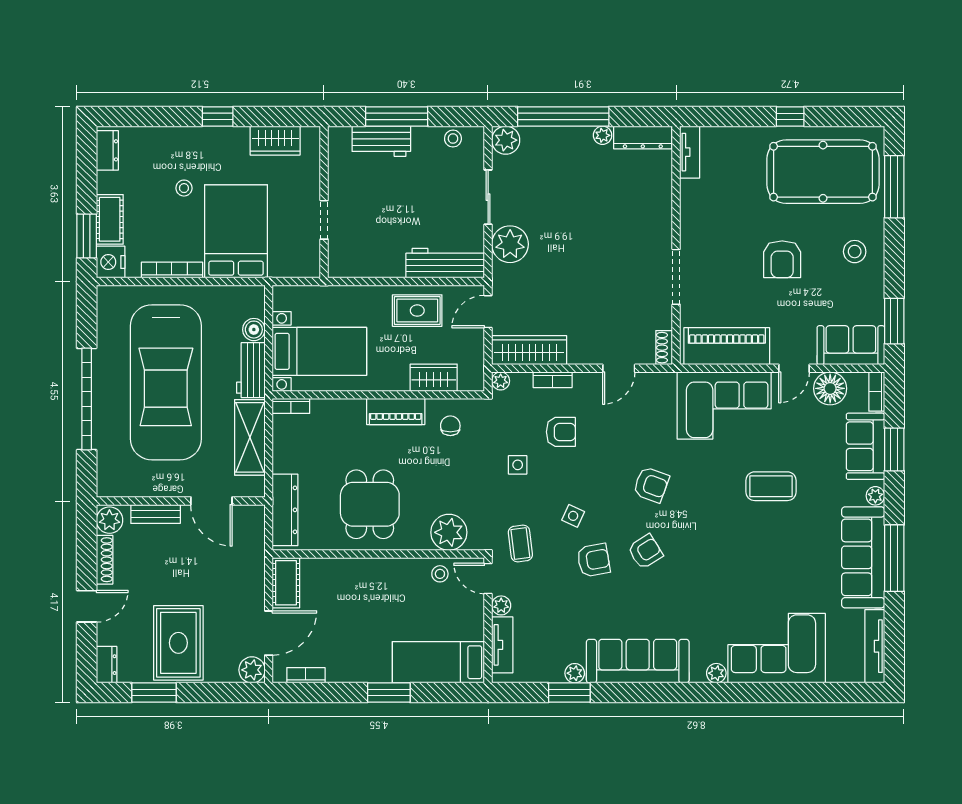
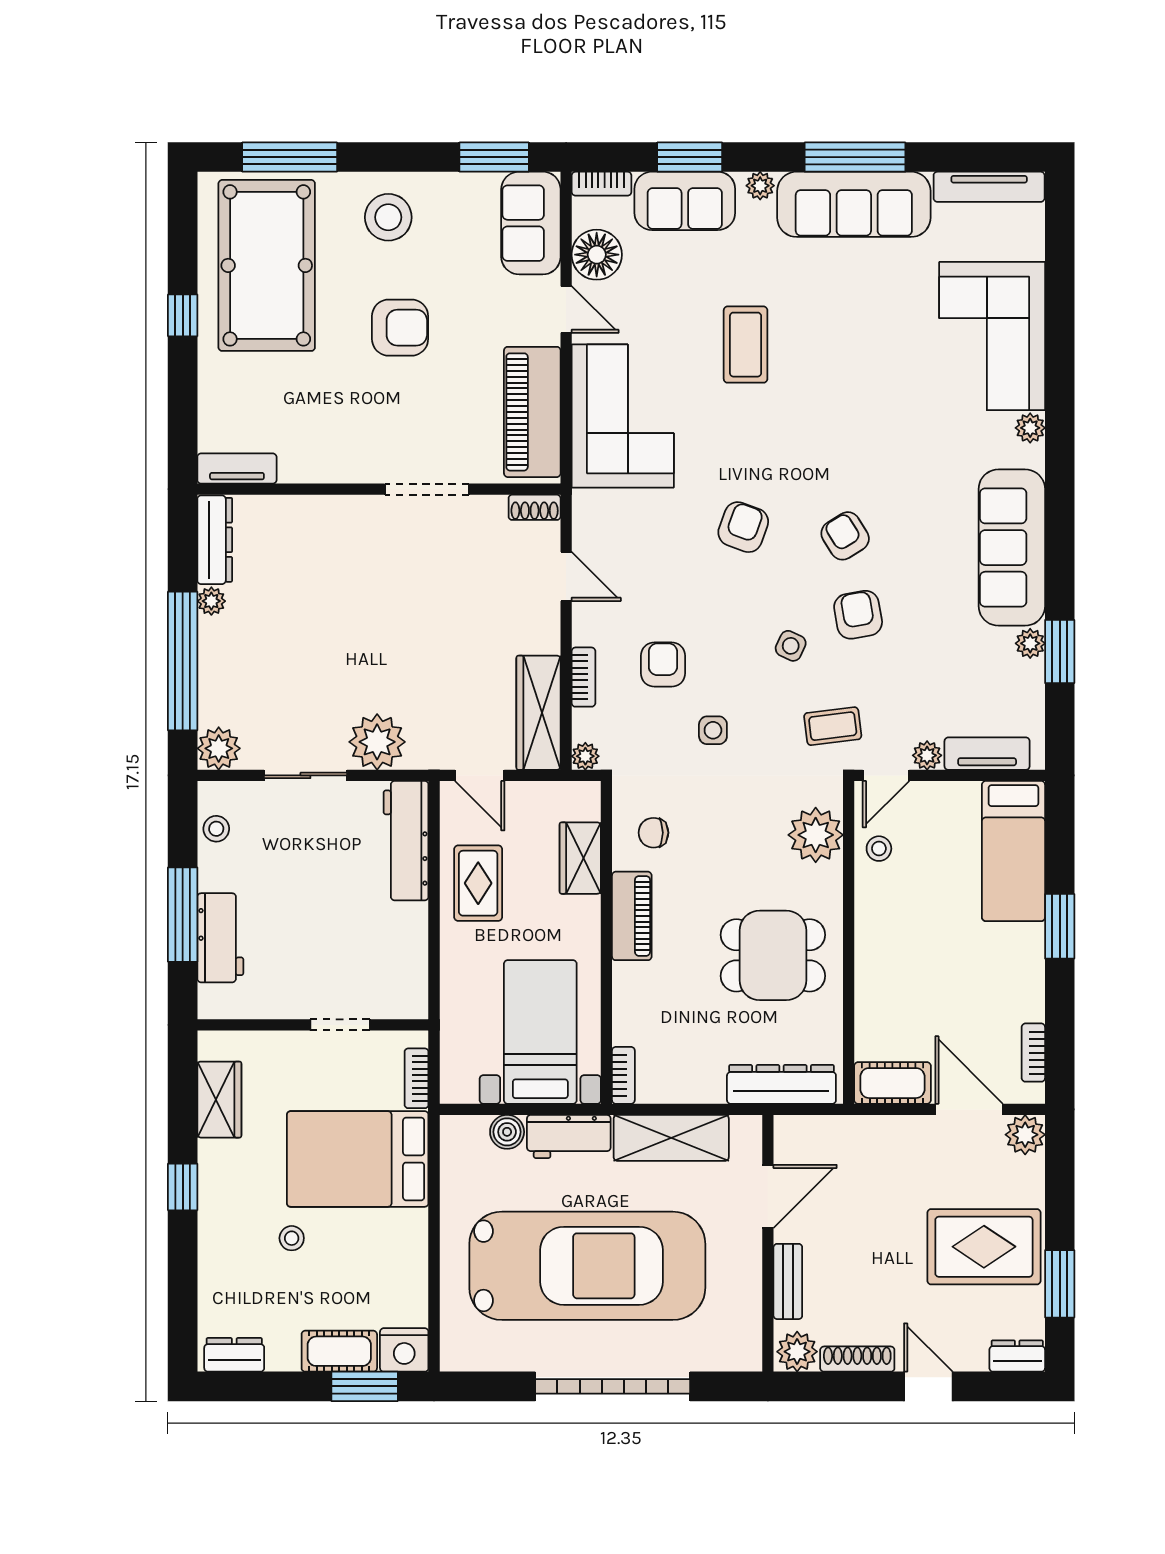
stool: (855, 252) -> (388, 217), width x1.38, depth x1.38
bookcase: (172, 270) -> (417, 1078), moved, width x0.64

